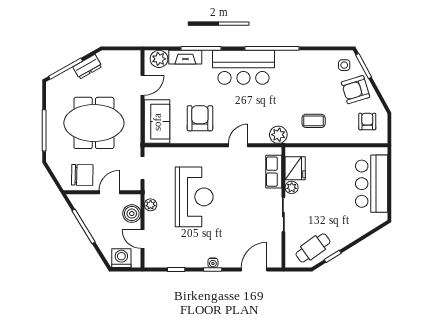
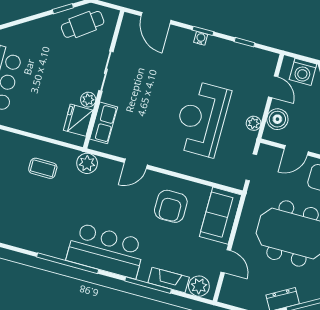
door: (143, 85) -> (226, 261), swing flipped
door: (254, 269) -> (156, 18), hinge flipped

